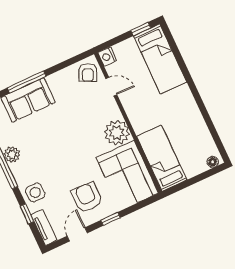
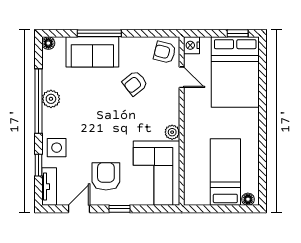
bed: (160, 59) -> (235, 72), width x1.50
armchair: (88, 73) -> (165, 52), turned 79
armchair: (75, 109) -> (135, 83), added
plant: (117, 133) -> (172, 132), width x0.53, depth x0.53
bed: (162, 158) -> (225, 172), moved

